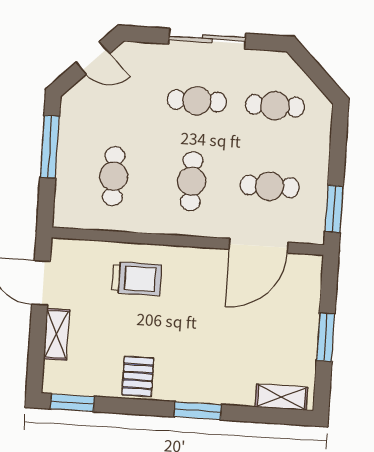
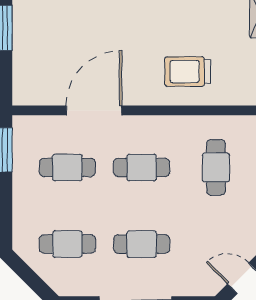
cafe table: (192, 181) -> (142, 167), turned 90
door: (258, 246) -> (94, 110), moved

